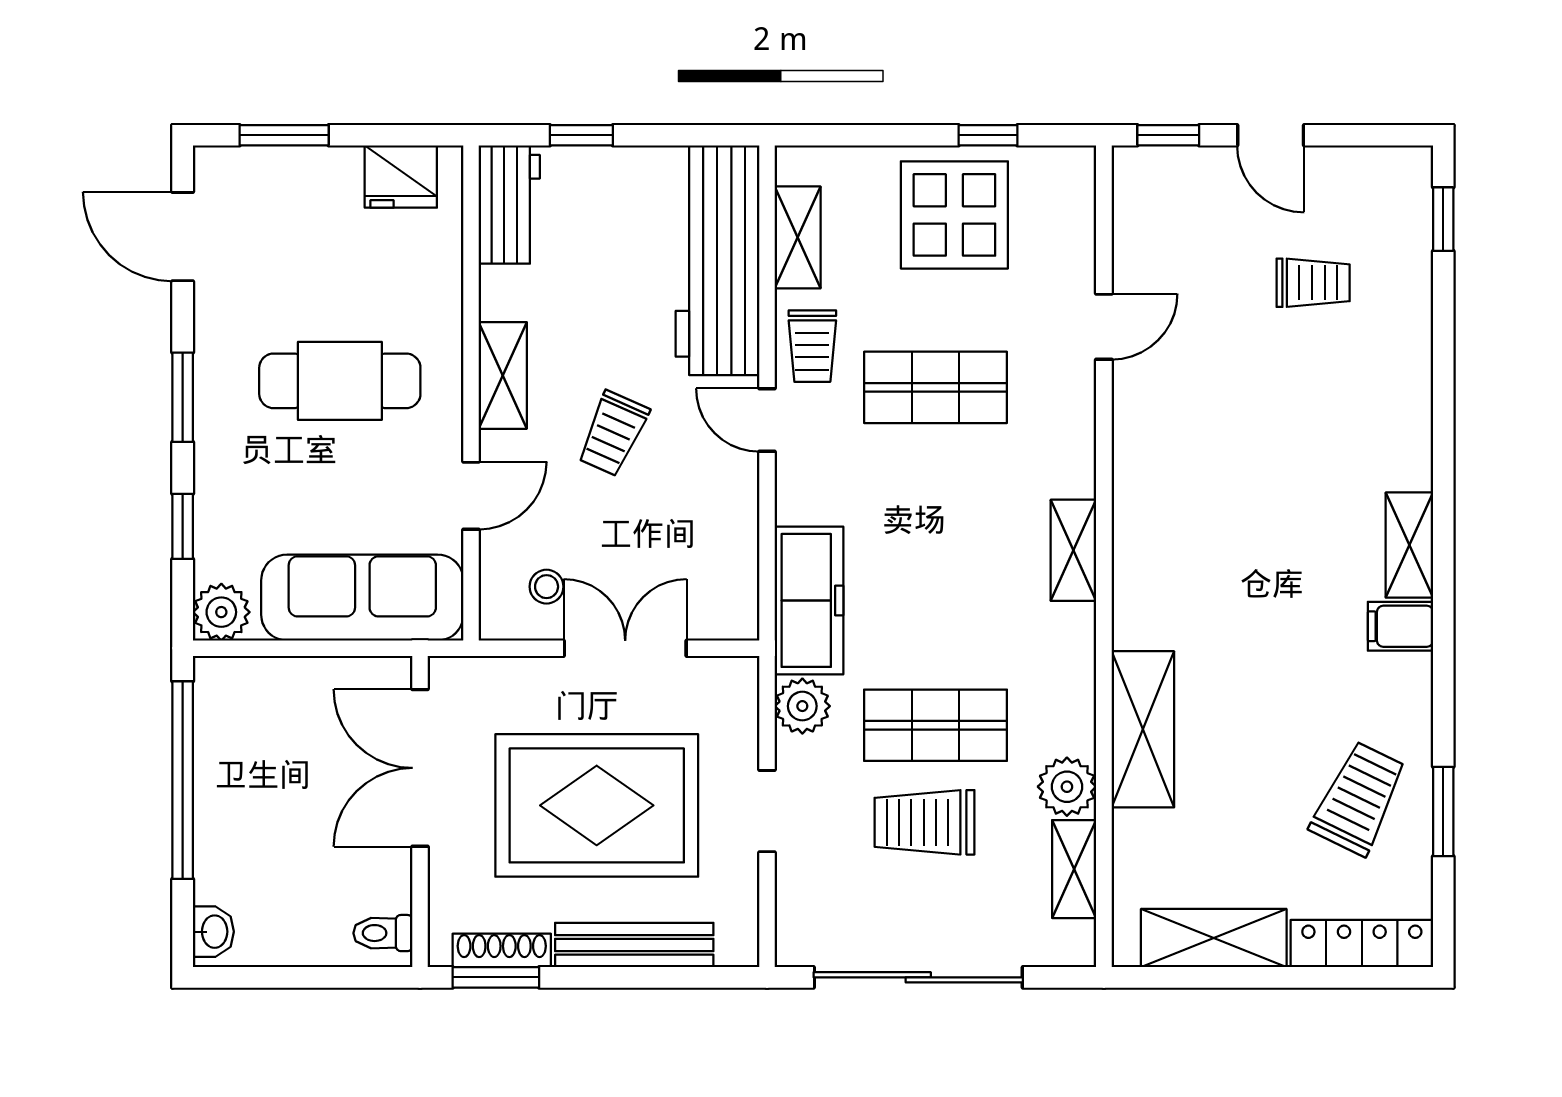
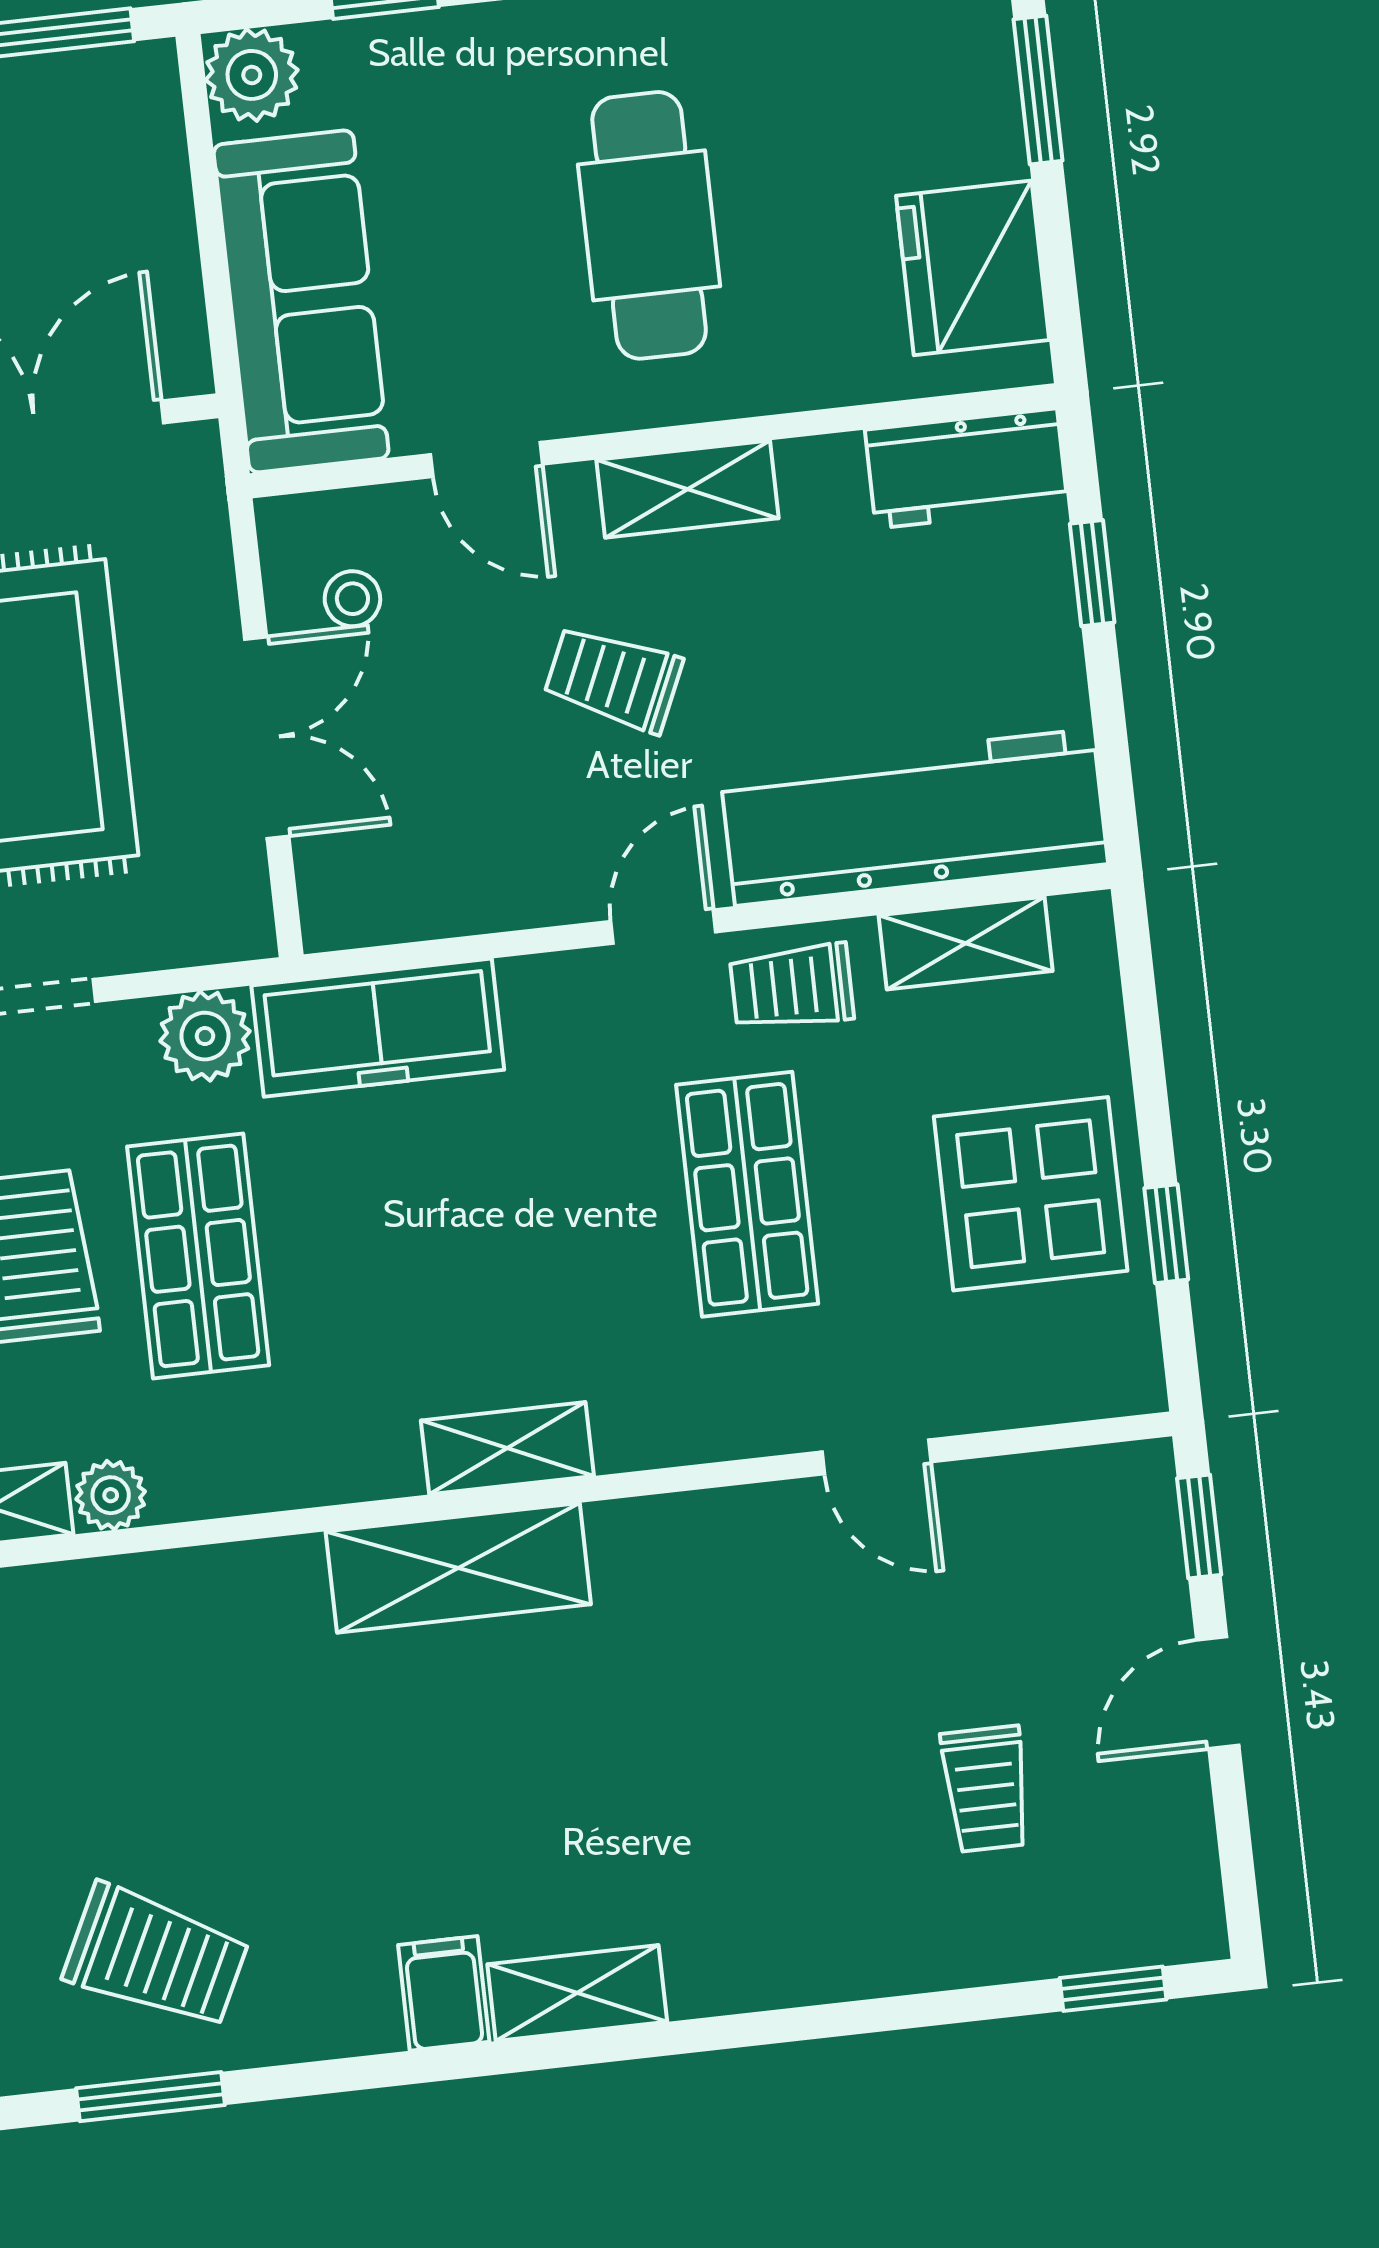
fridge: (401, 177) -> (973, 268), width x1.36, depth x1.34
shelving: (1143, 729) -> (458, 1568), moved
plant: (1067, 787) -> (111, 1495), width x0.73, depth x0.73

